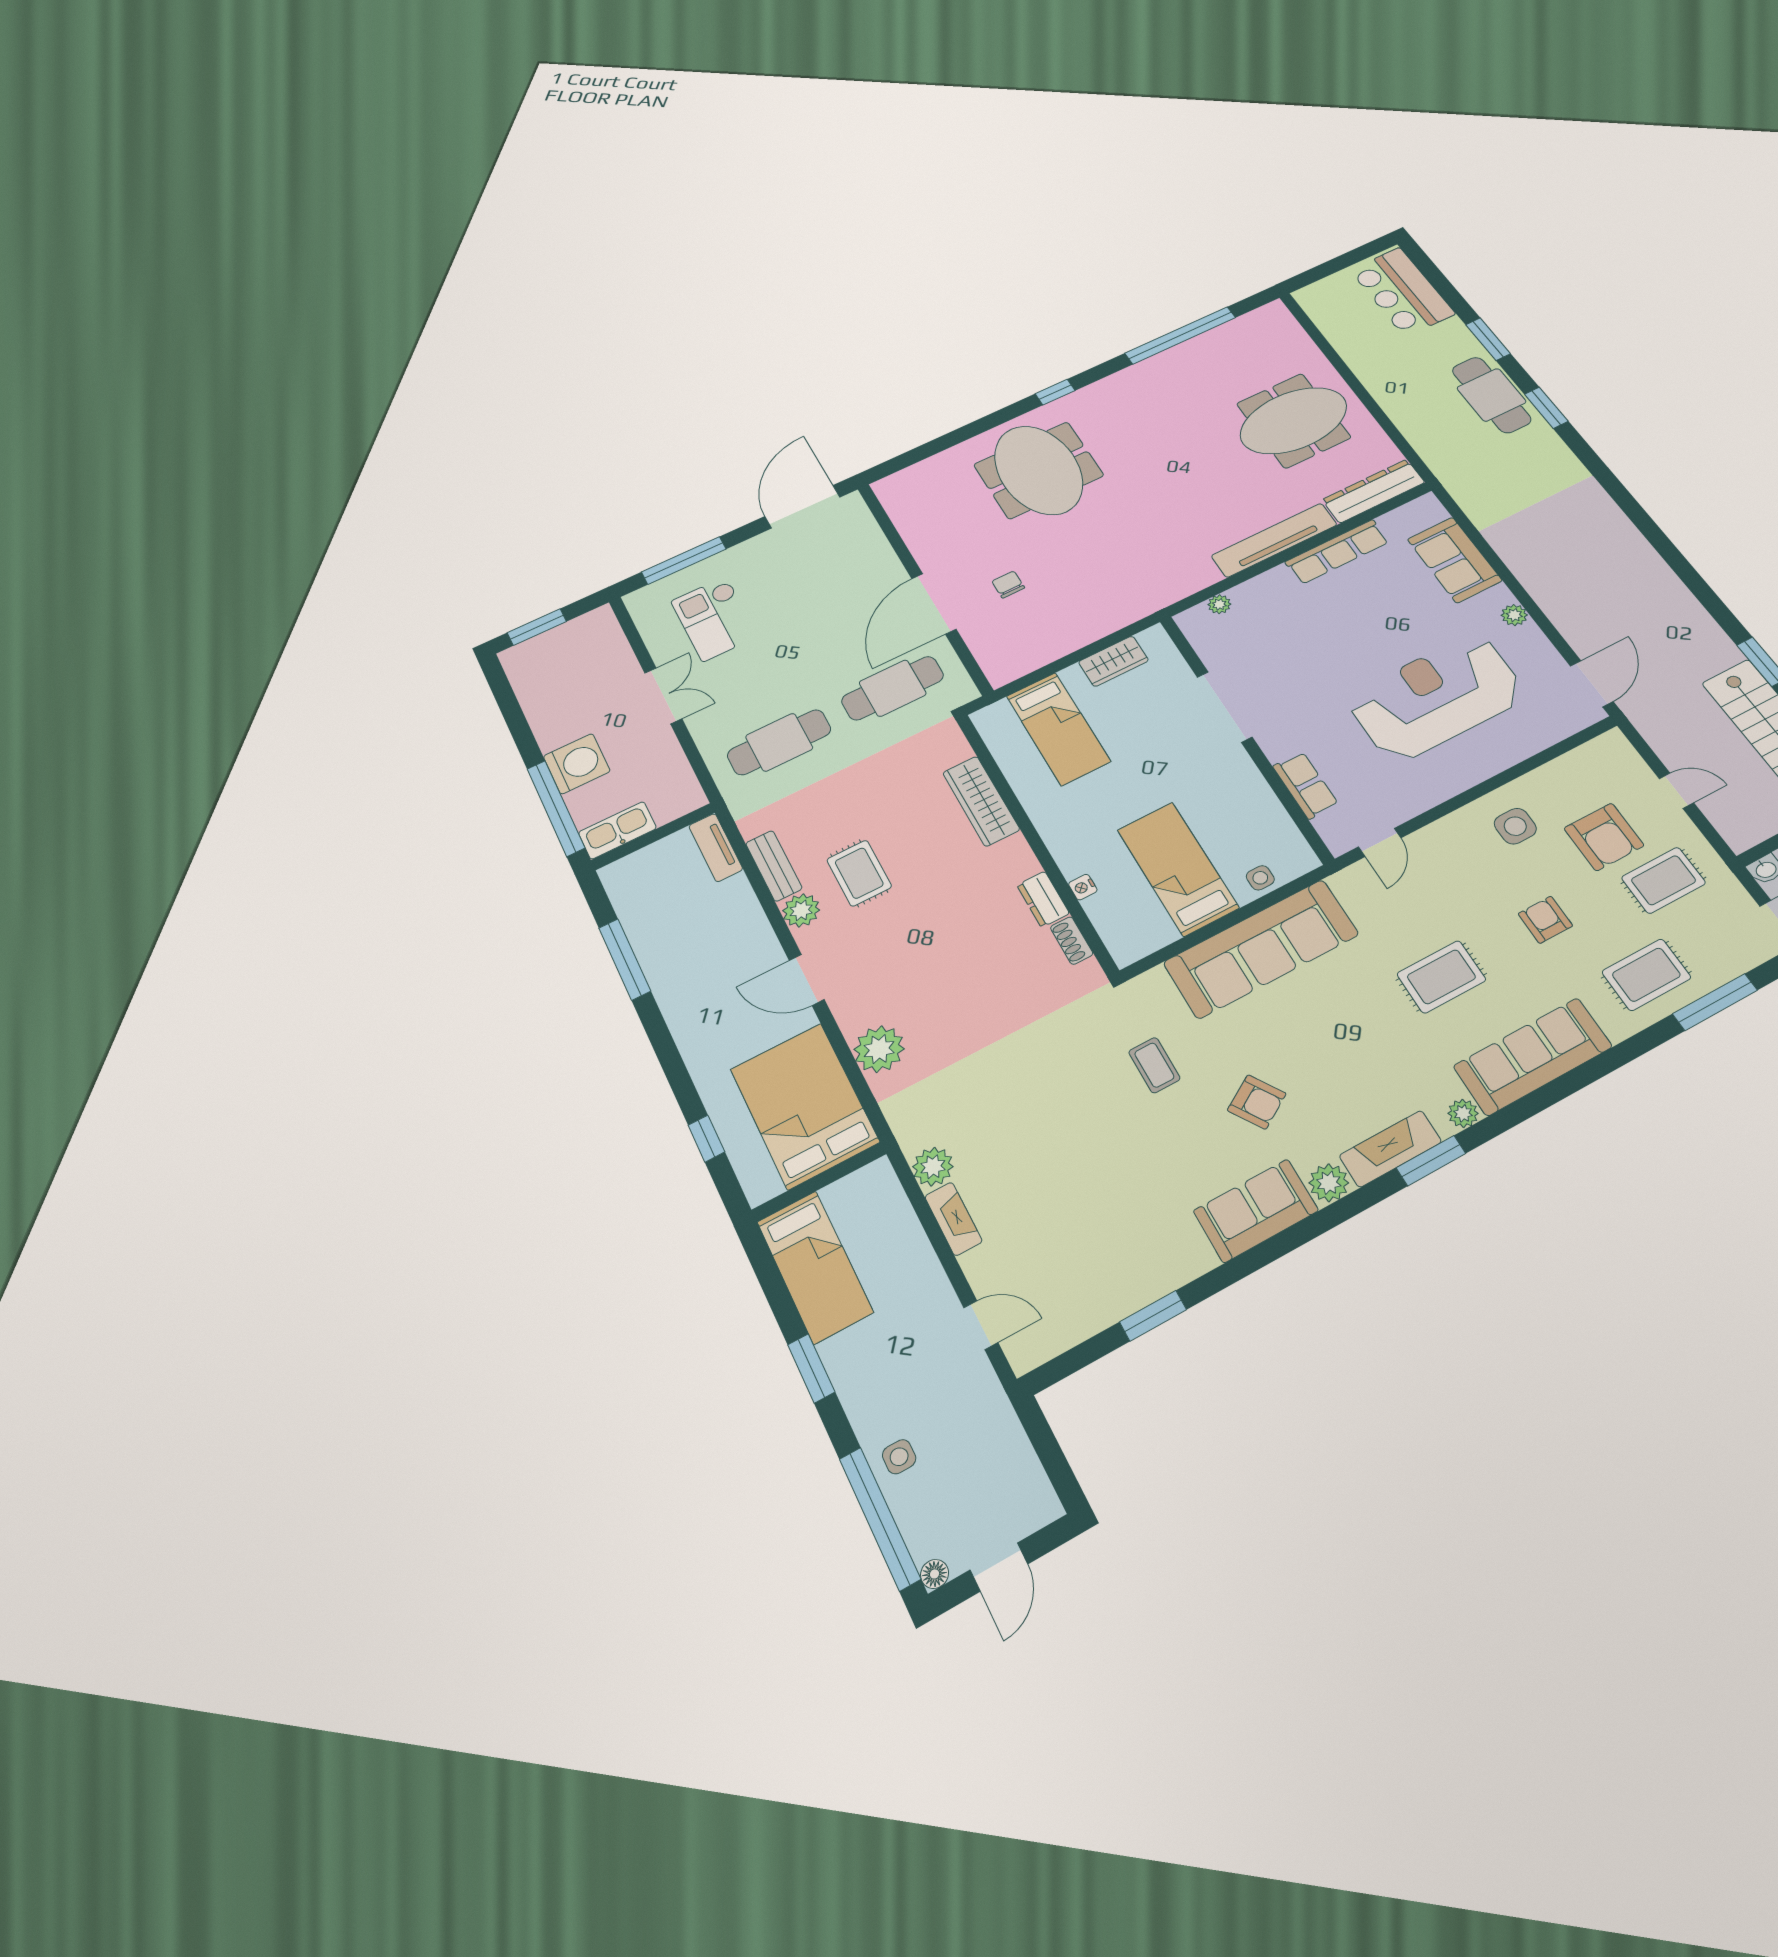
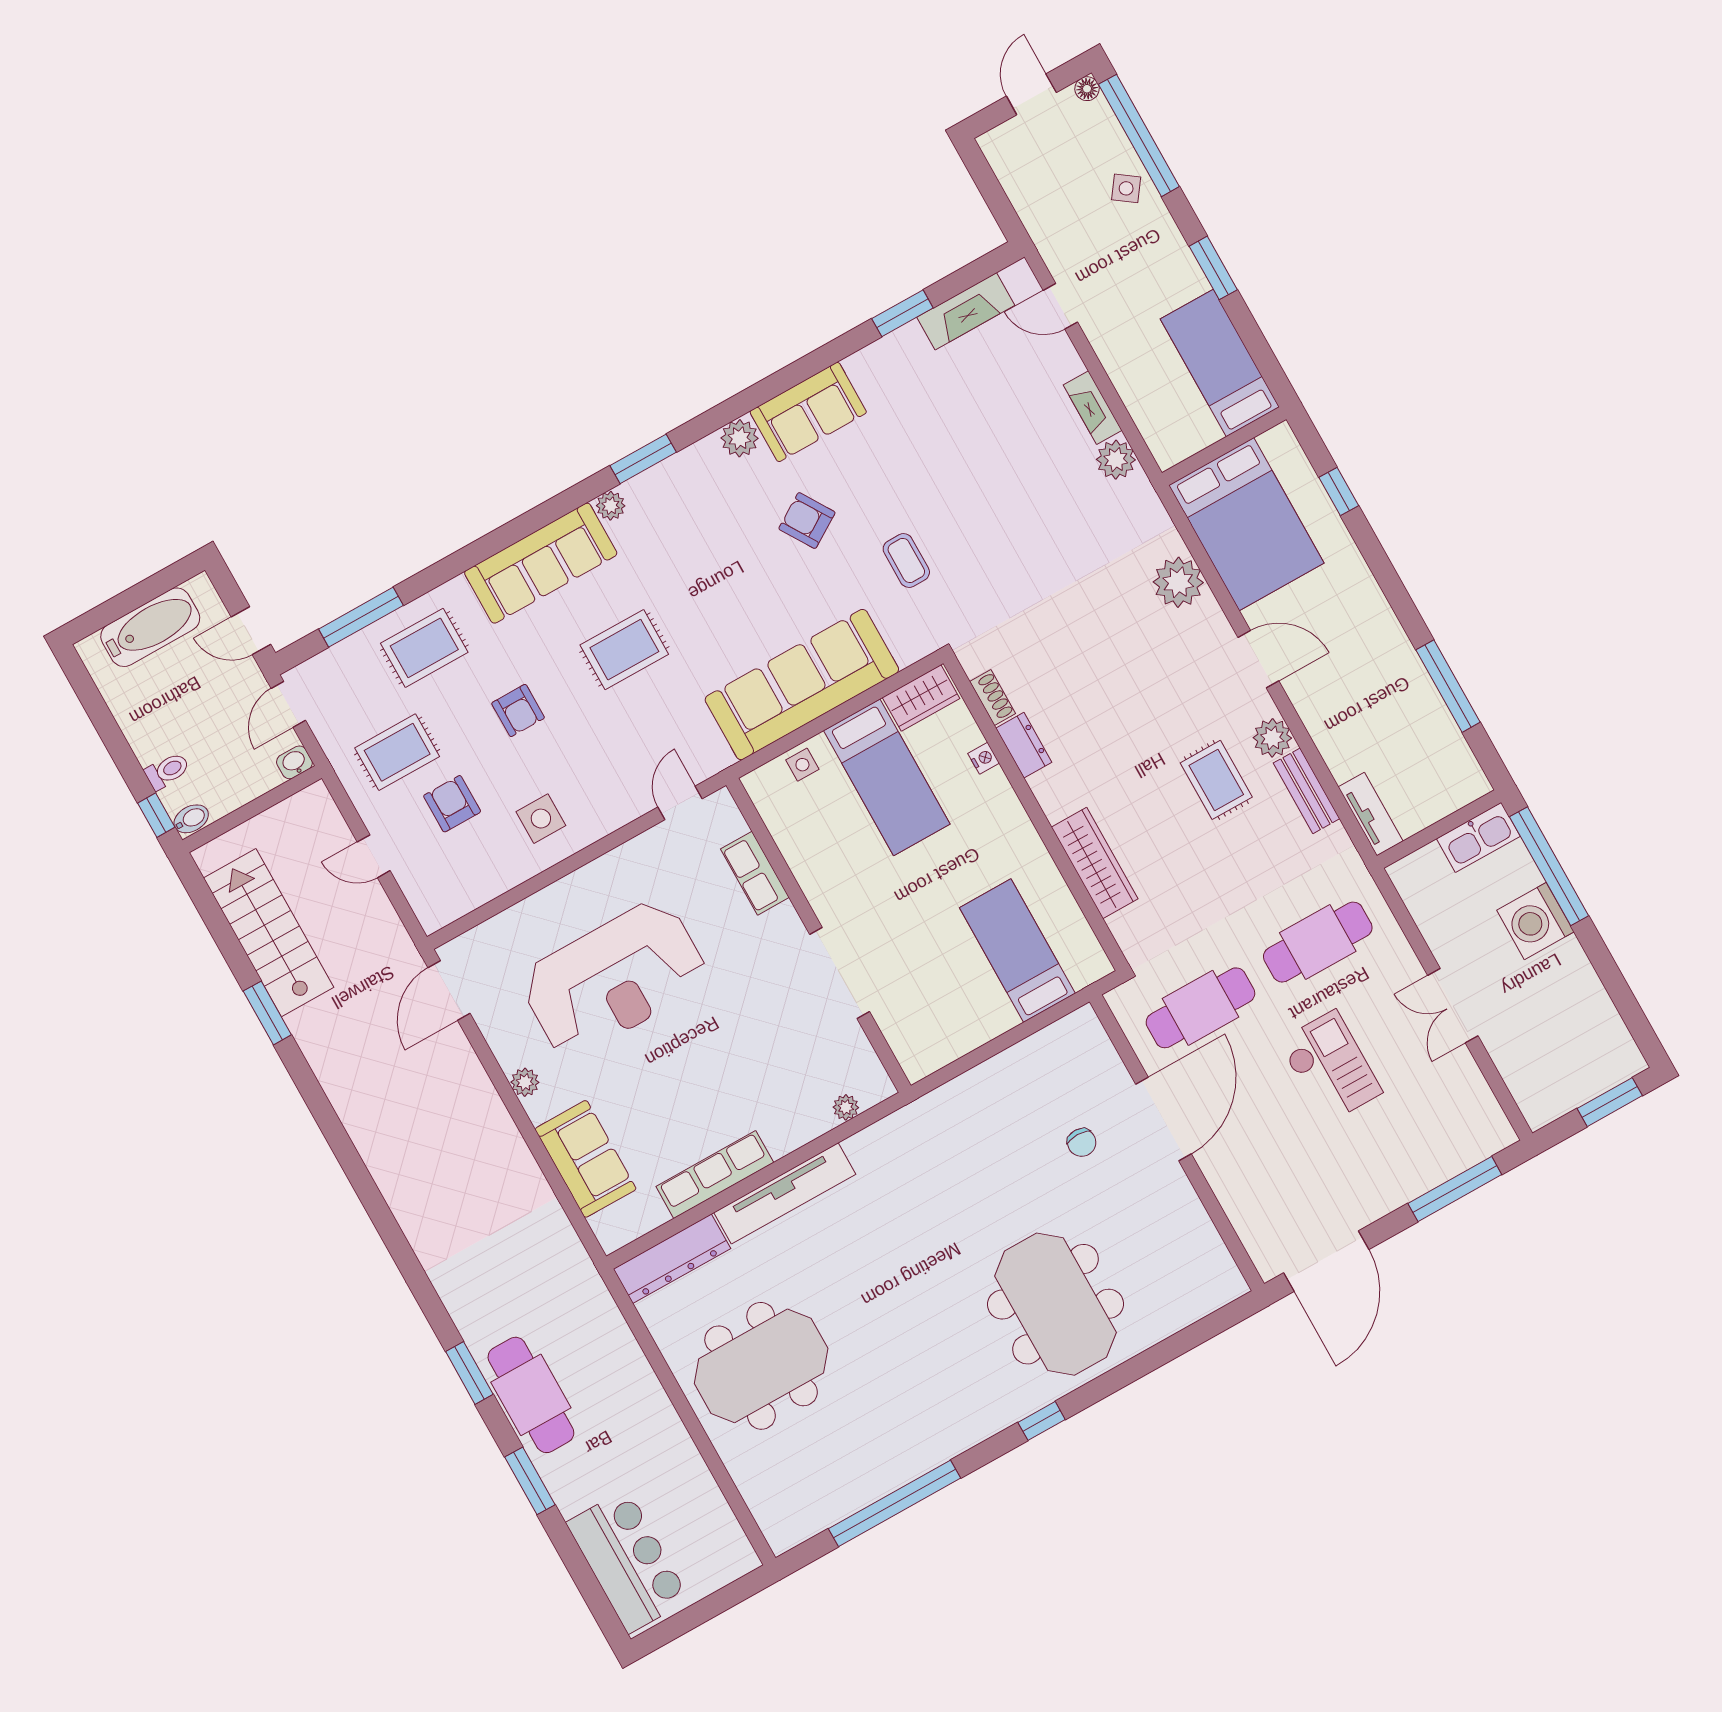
checkout: (715, 619) -> (1330, 1067), moved
wardrobe: (1113, 661) -> (921, 698), moved, turned 180
armchair: (1604, 837) -> (452, 804), width x0.72, depth x0.72
fireplace: (1390, 1149) -> (966, 311), moved
side table: (899, 1457) -> (1126, 188), turned 36

